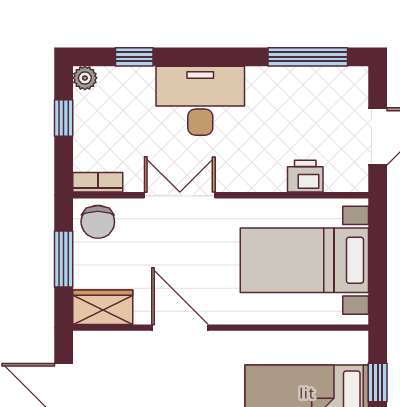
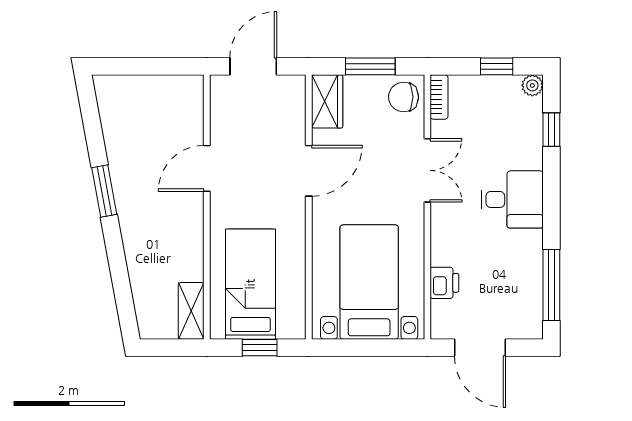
desk: (200, 101) -> (512, 199), width x0.73

